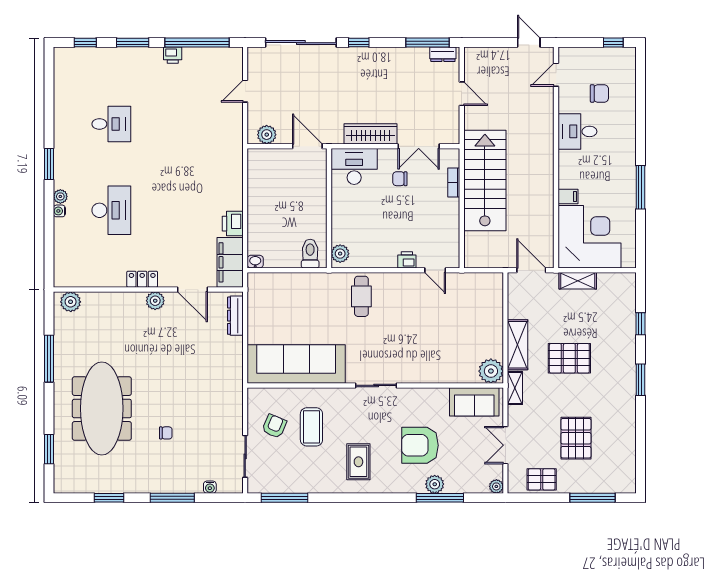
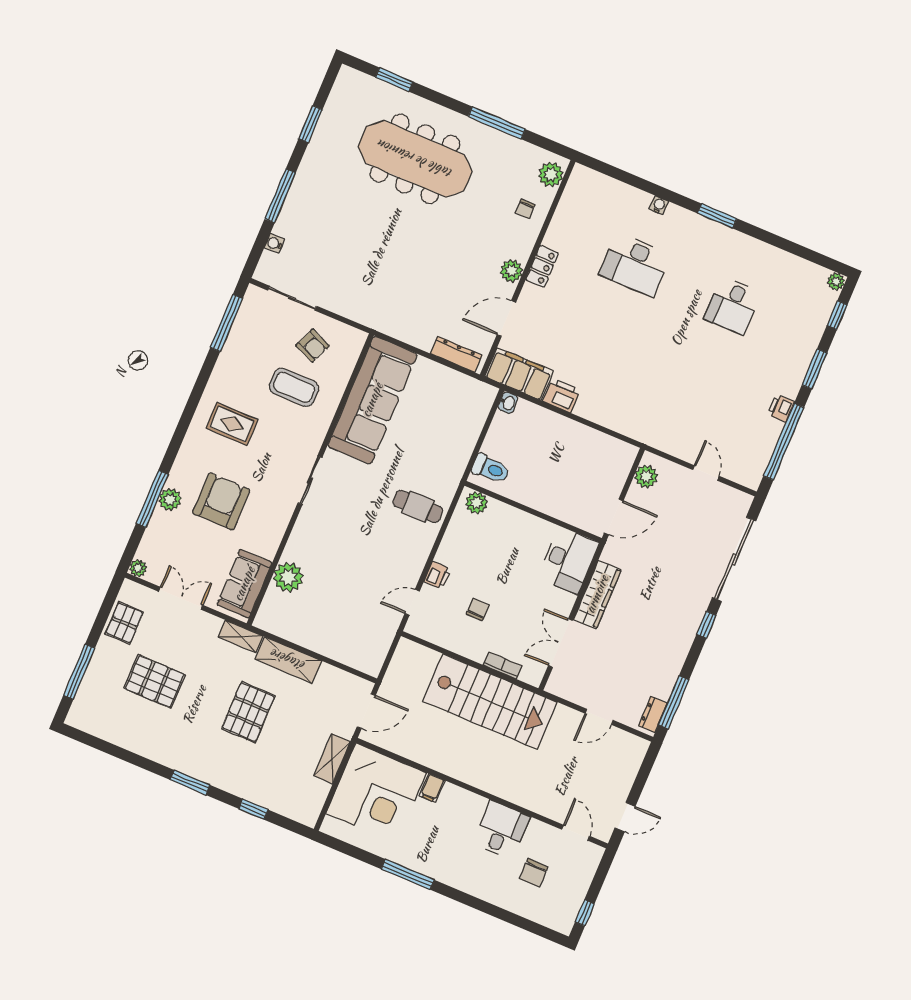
chair: (400, 179) -> (478, 609), moved
plant: (60, 196) -> (836, 281), moved
plant: (491, 371) -> (288, 577), moved
chair: (166, 433) -> (525, 209), moved

